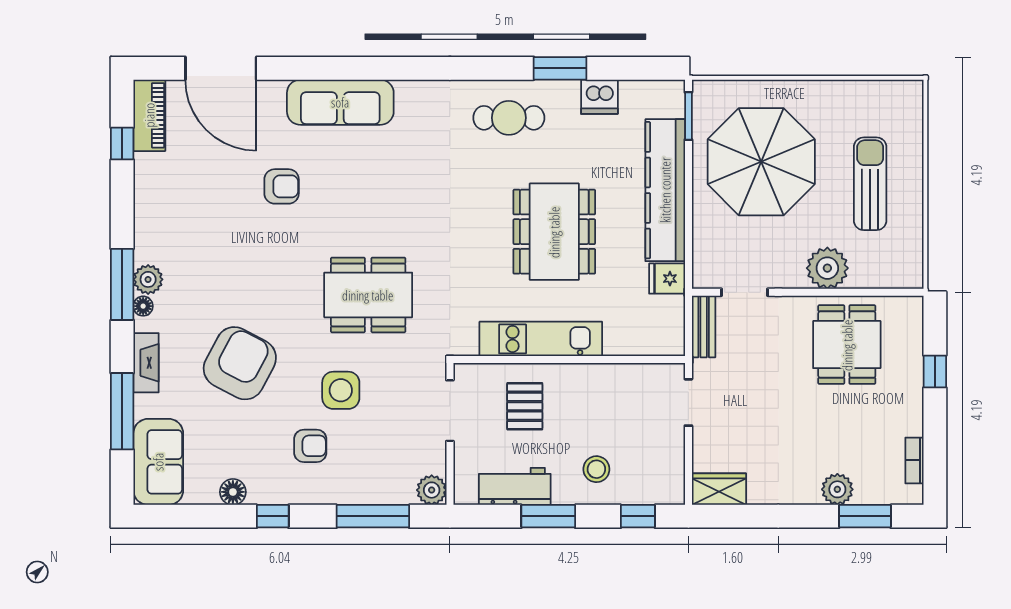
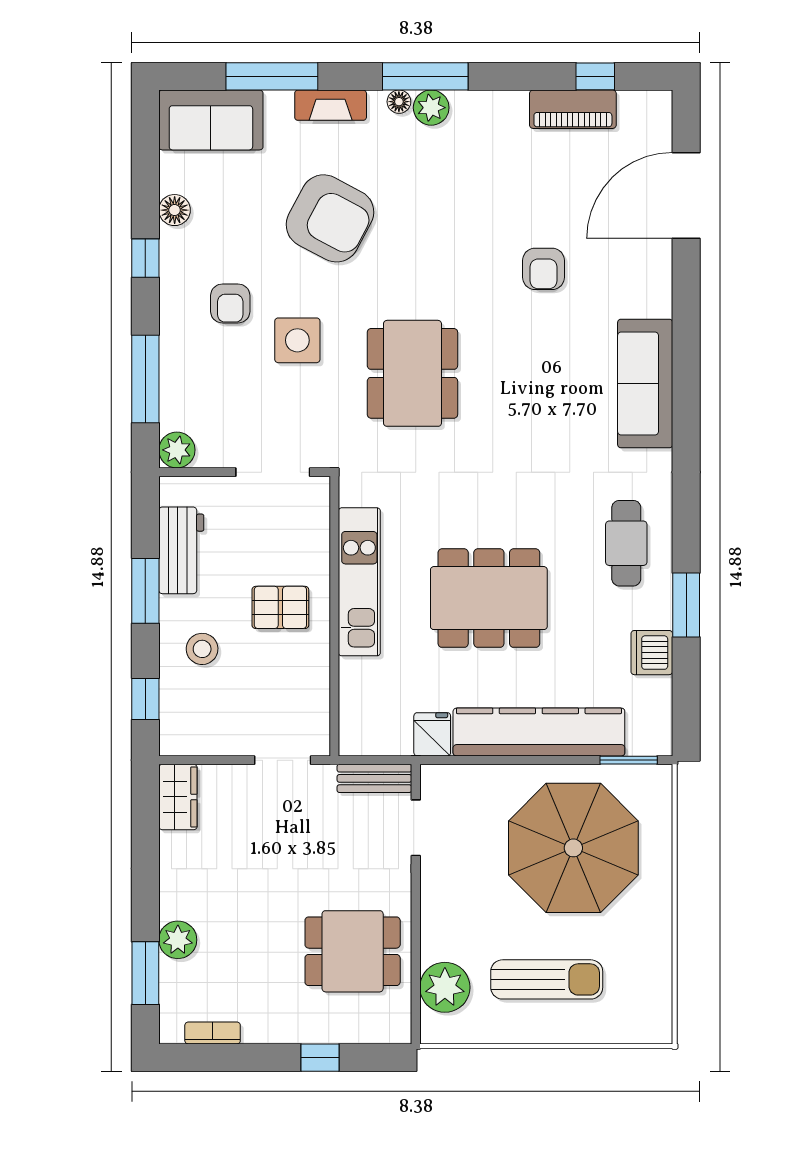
sofa: (340, 102) -> (645, 384), moved
piano: (149, 115) -> (573, 109), moved
plant: (827, 268) -> (445, 987), moved
pallet: (525, 406) -> (280, 607), moved

